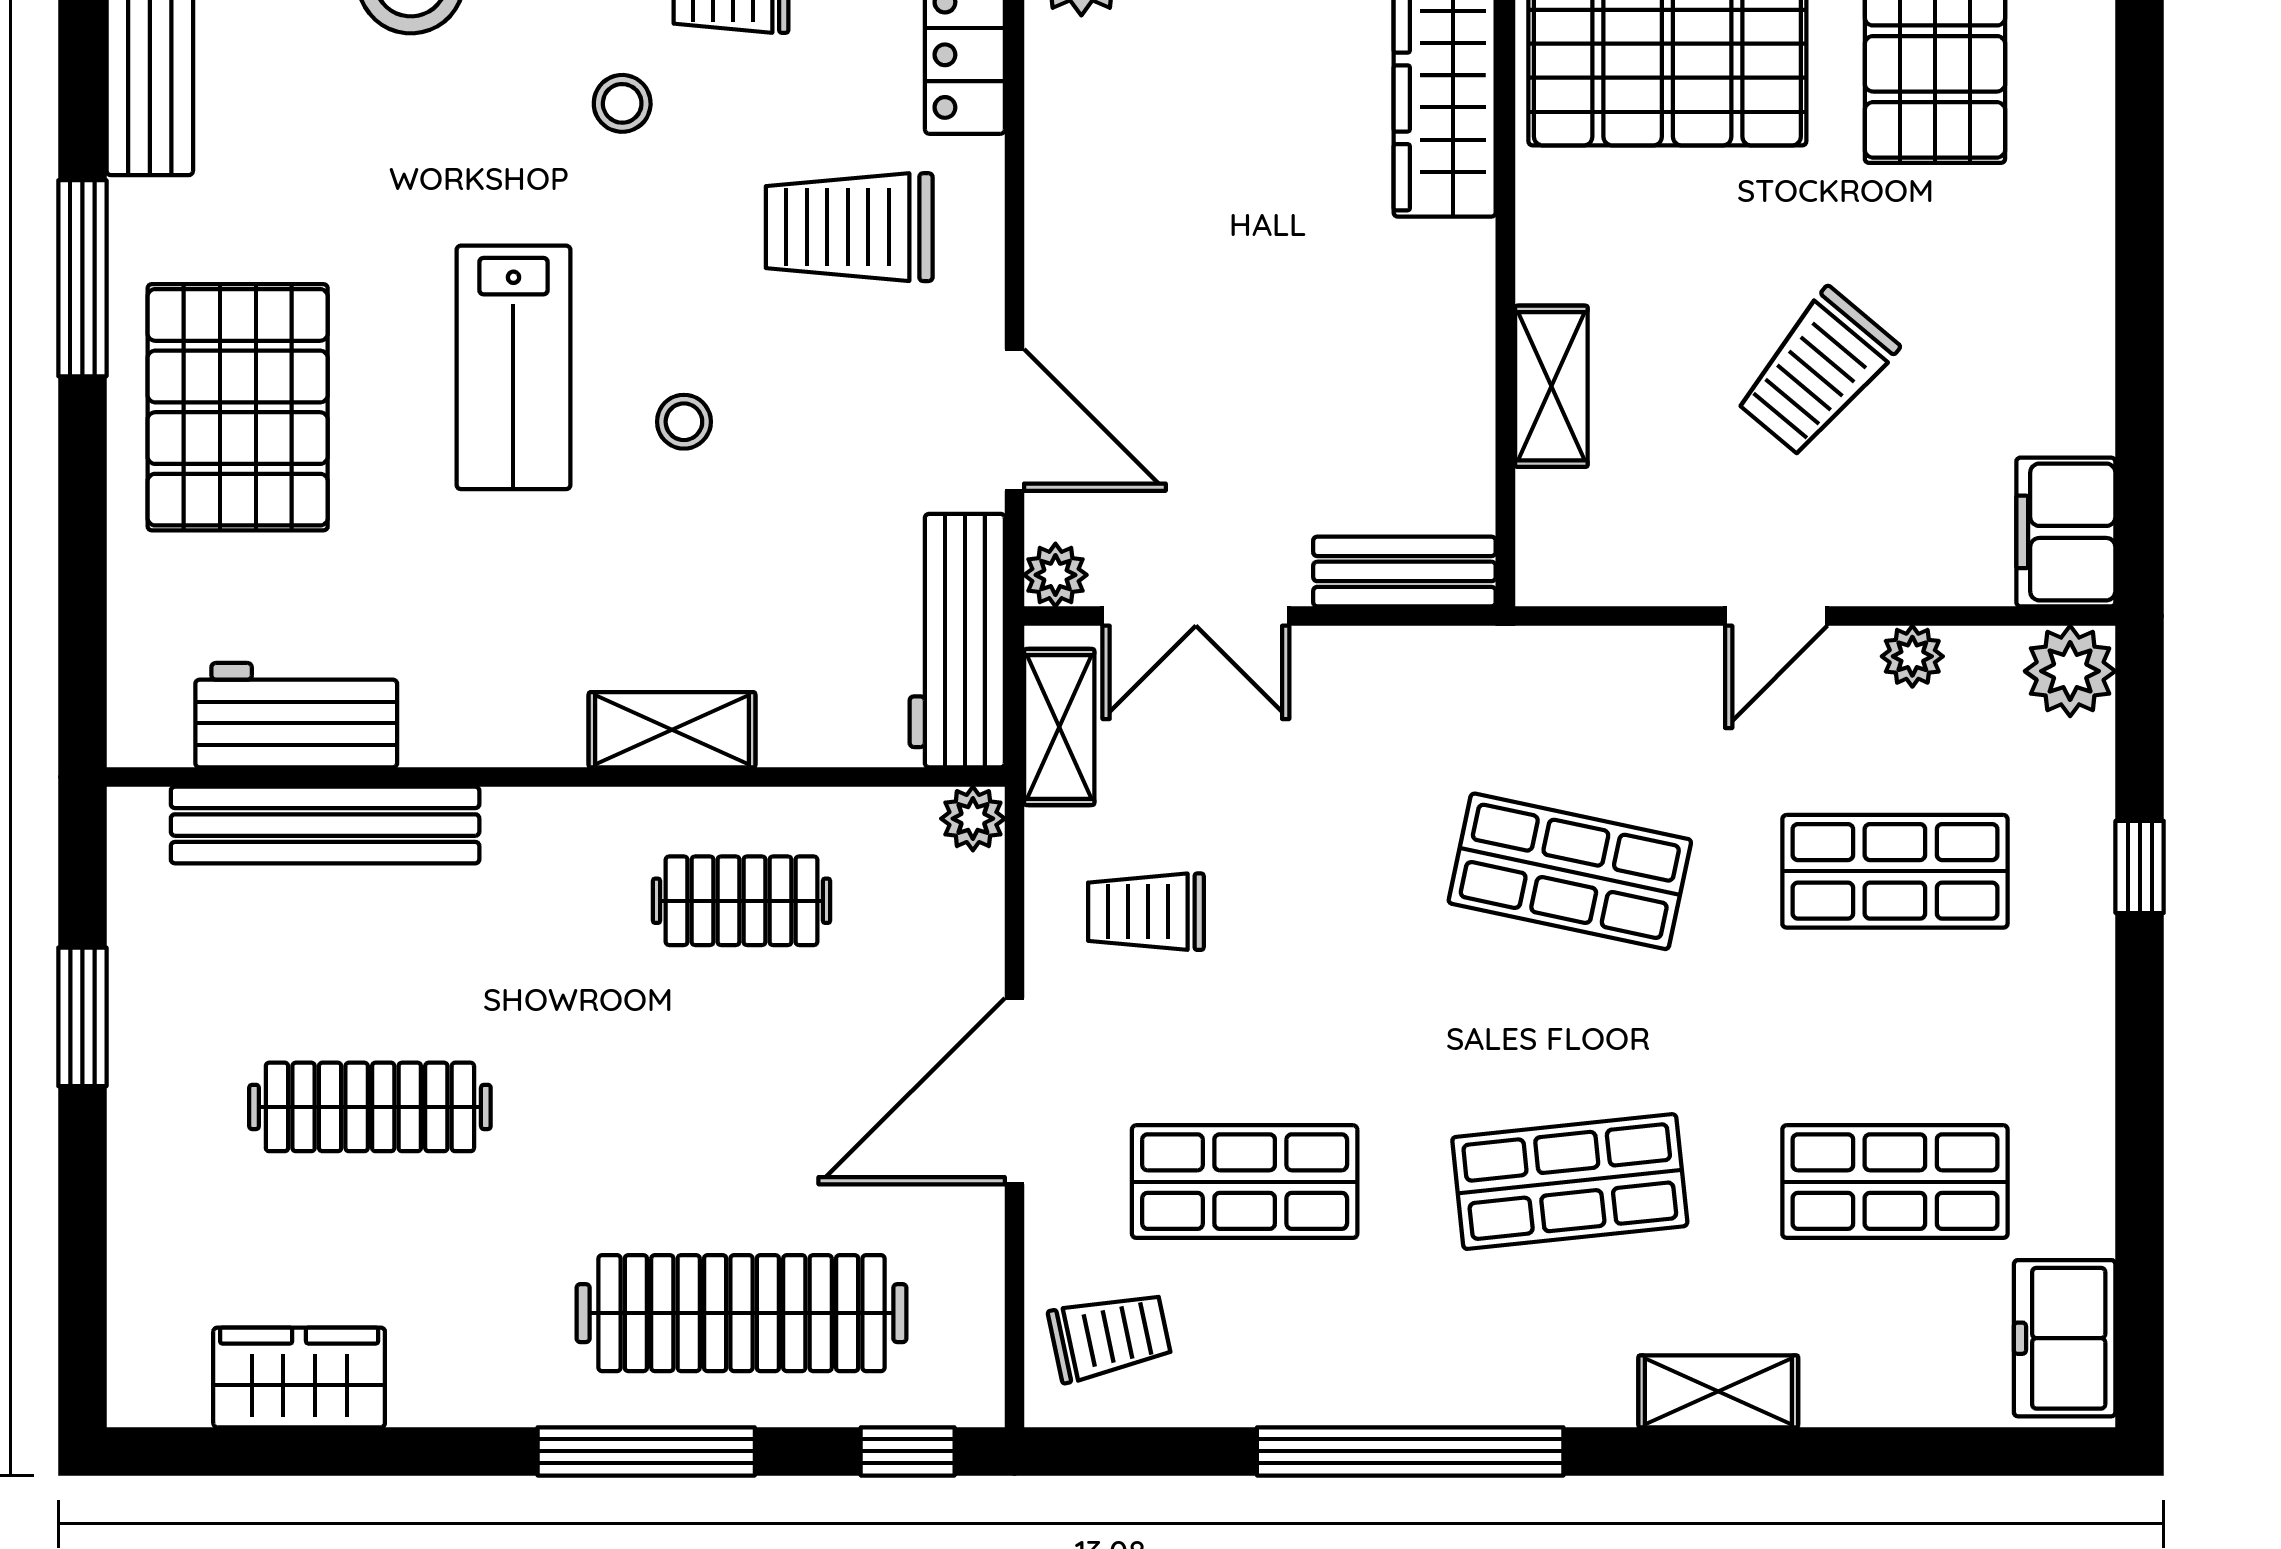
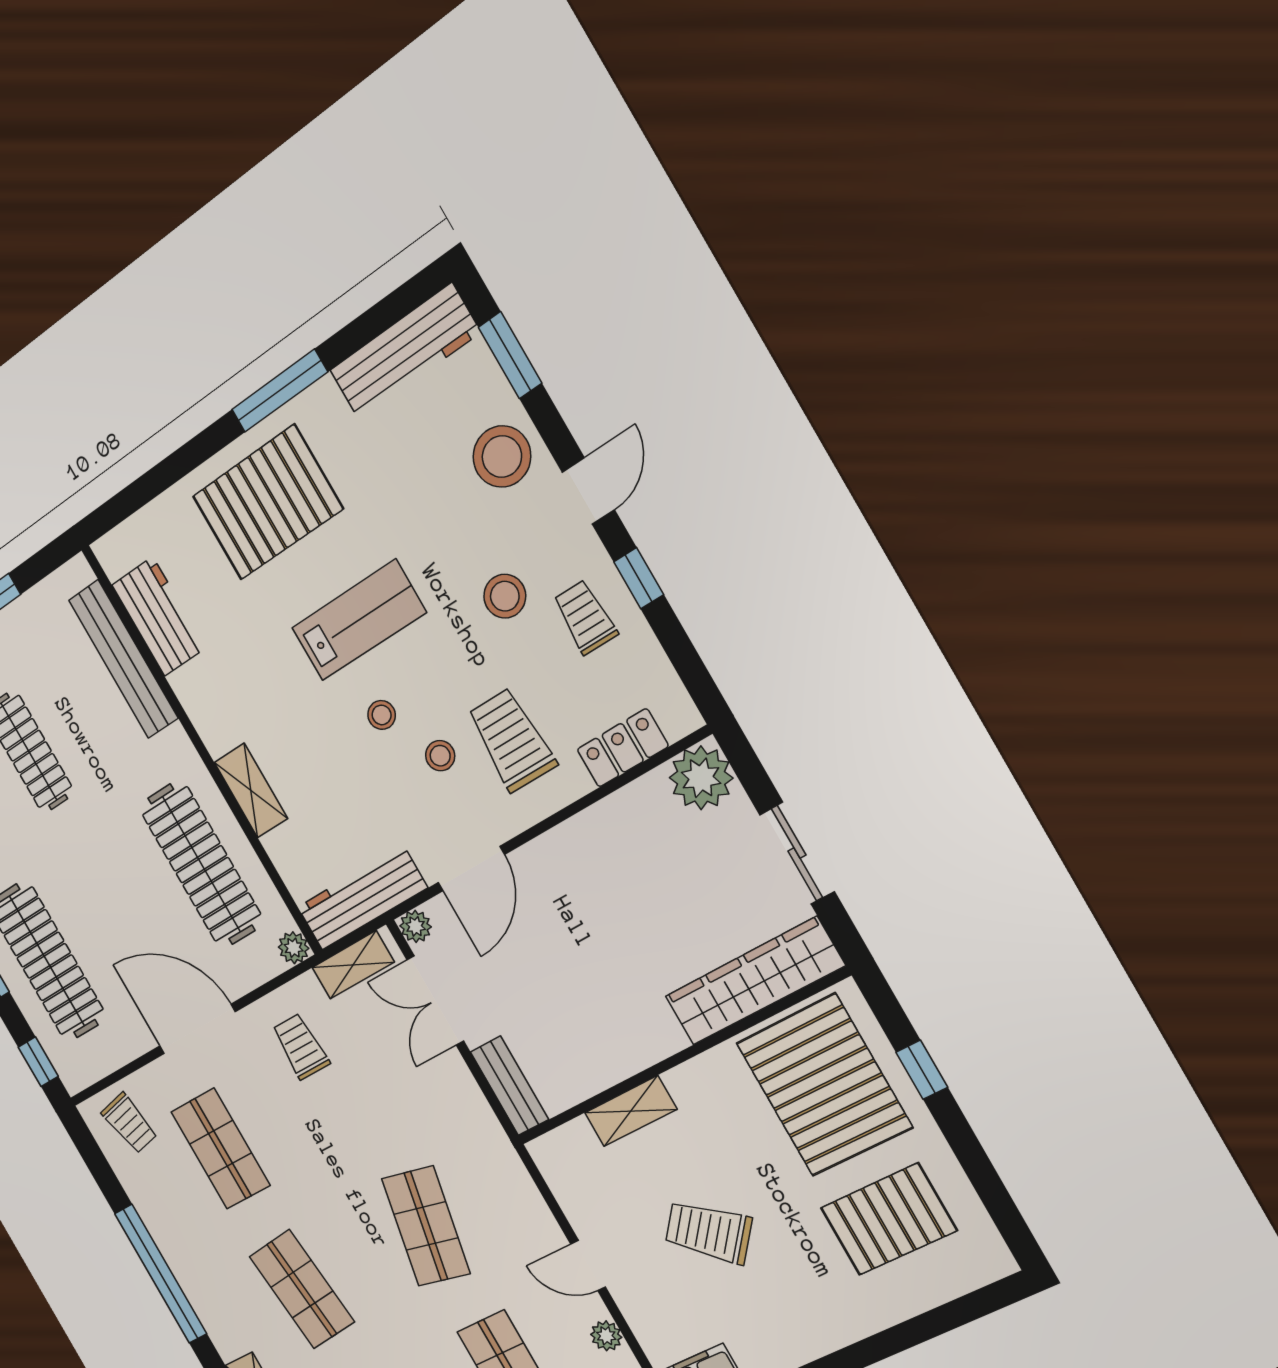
stool: (622, 103) -> (505, 596), width x1.37, depth x1.37
stool: (806, 362) -> (440, 756), added
lab bench: (513, 367) -> (359, 620), turned 180
clothes rail: (741, 901) -> (201, 864), width x1.86, depth x1.31

